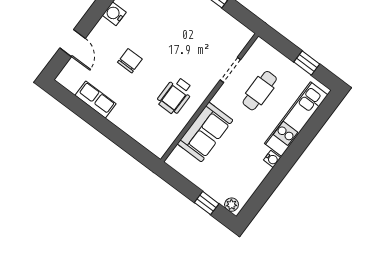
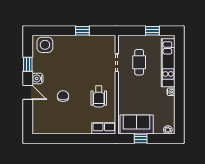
door: (73, 43) -> (28, 92), moved
row of seats: (96, 100) -> (104, 128), moved
sofa: (205, 132) -> (137, 125), moved, turned -90
window: (207, 203) -> (141, 138), moved

